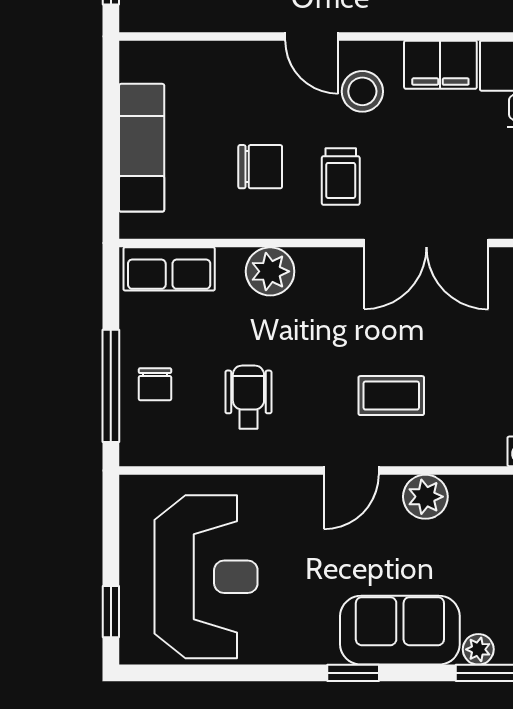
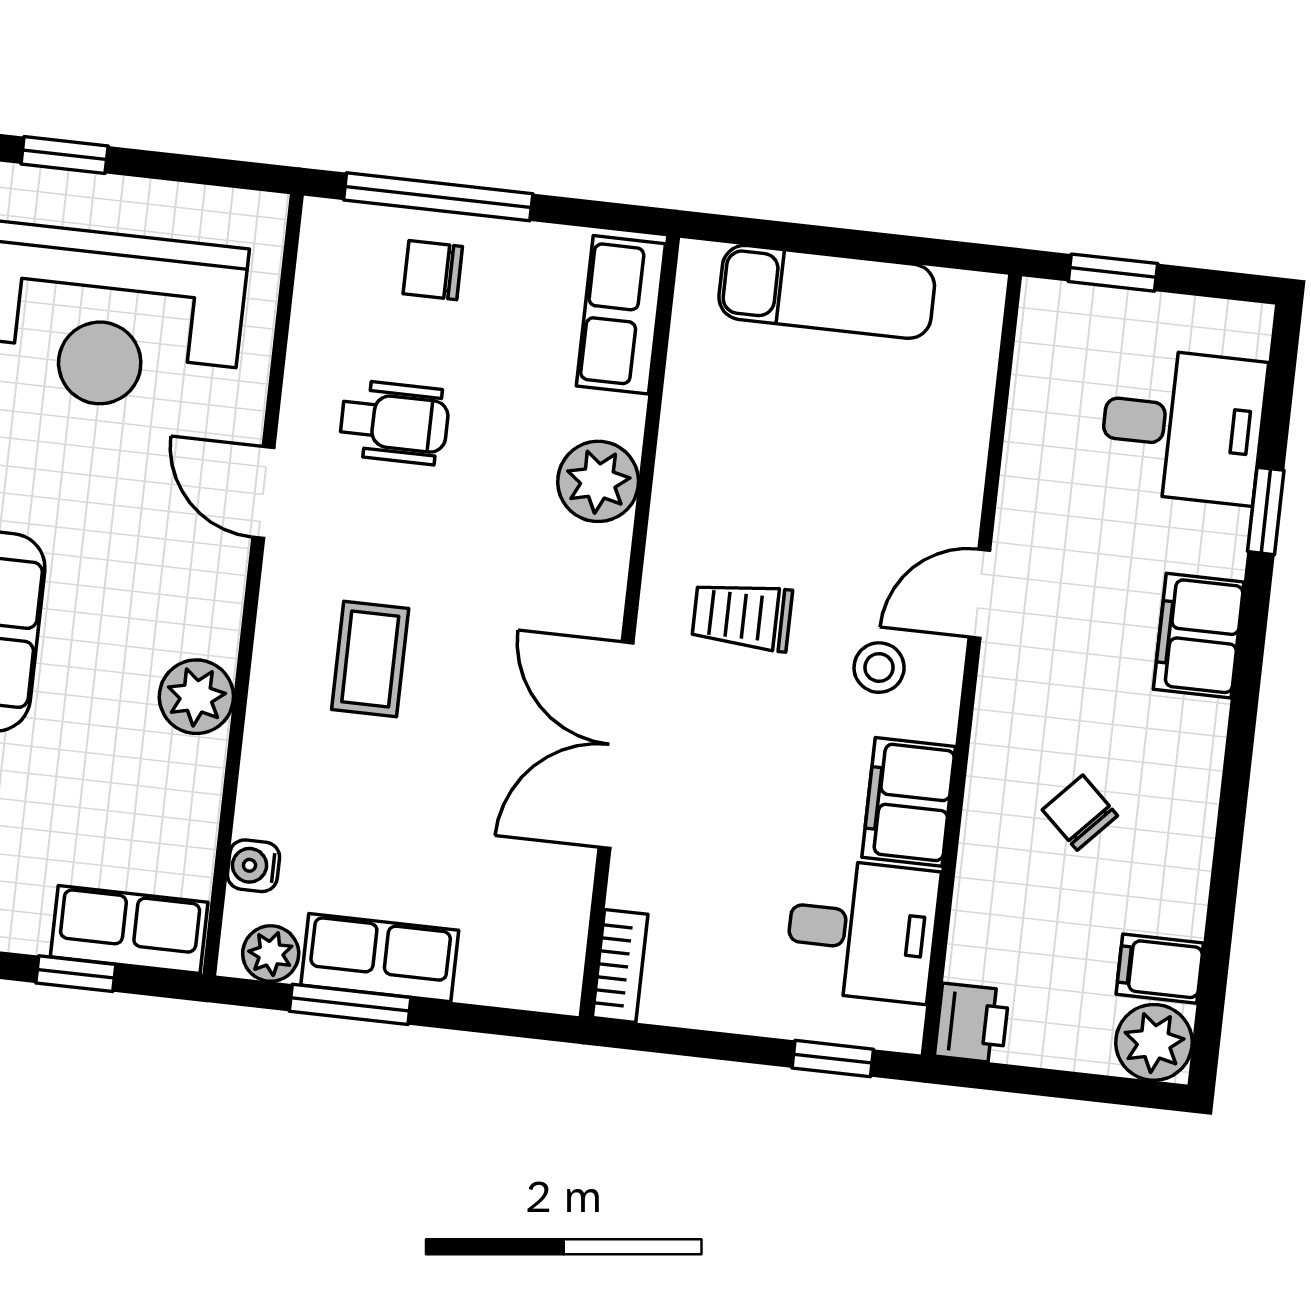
stool: (362, 91) -> (879, 668), width x0.73, depth x0.73
chair: (260, 167) -> (773, 485), removed
door: (351, 470) -> (263, 492), moved

